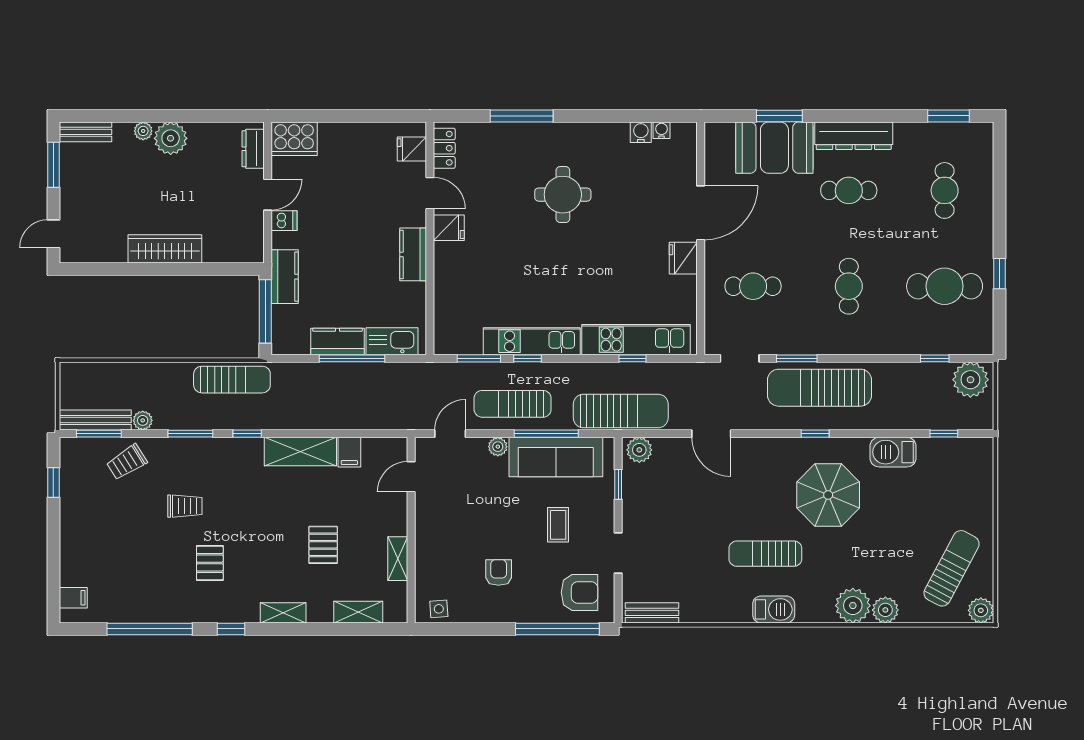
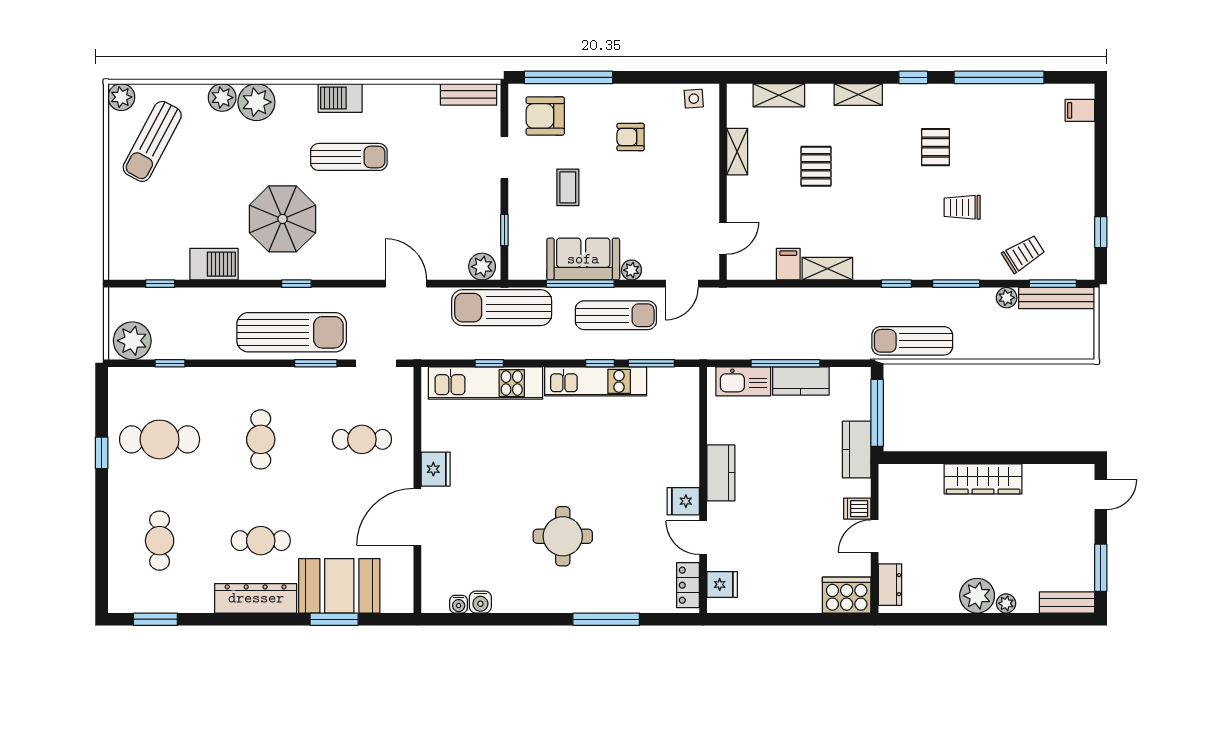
shelving: (300, 452) -> (827, 269), width x0.67, depth x0.75
sofa: (556, 457) -> (583, 259), width x0.73
armchair: (499, 572) -> (631, 137), turned 90

